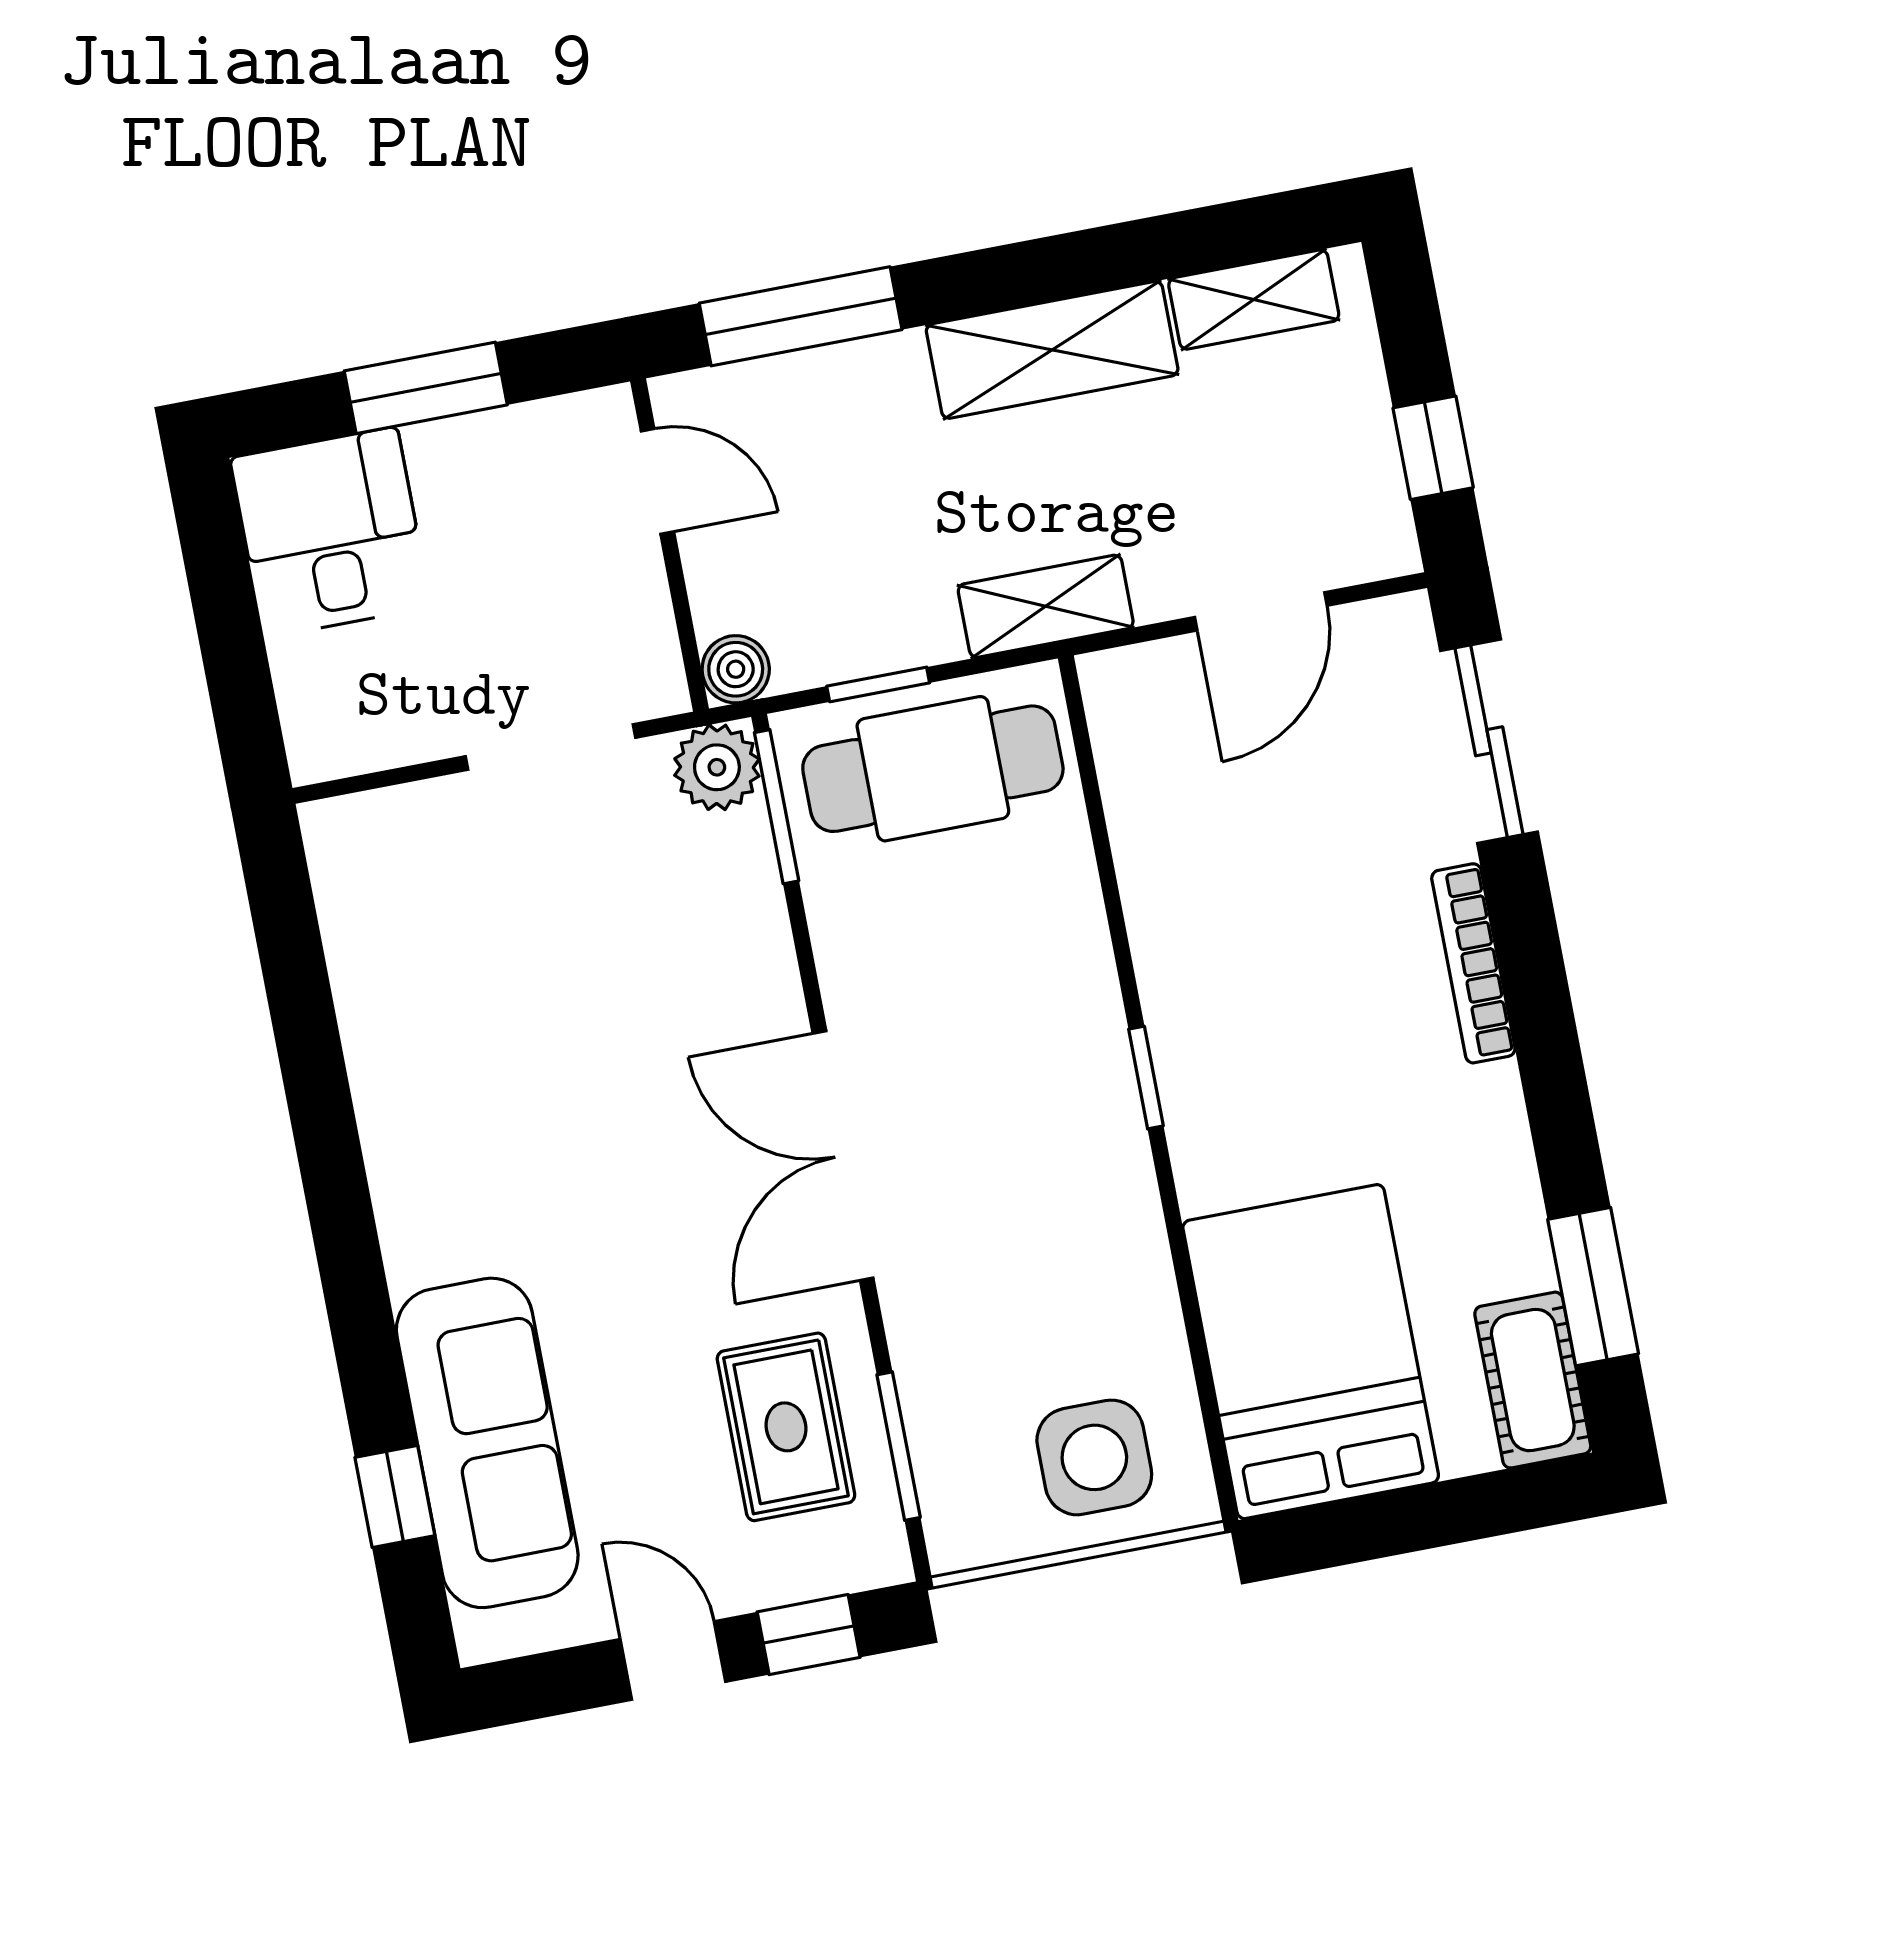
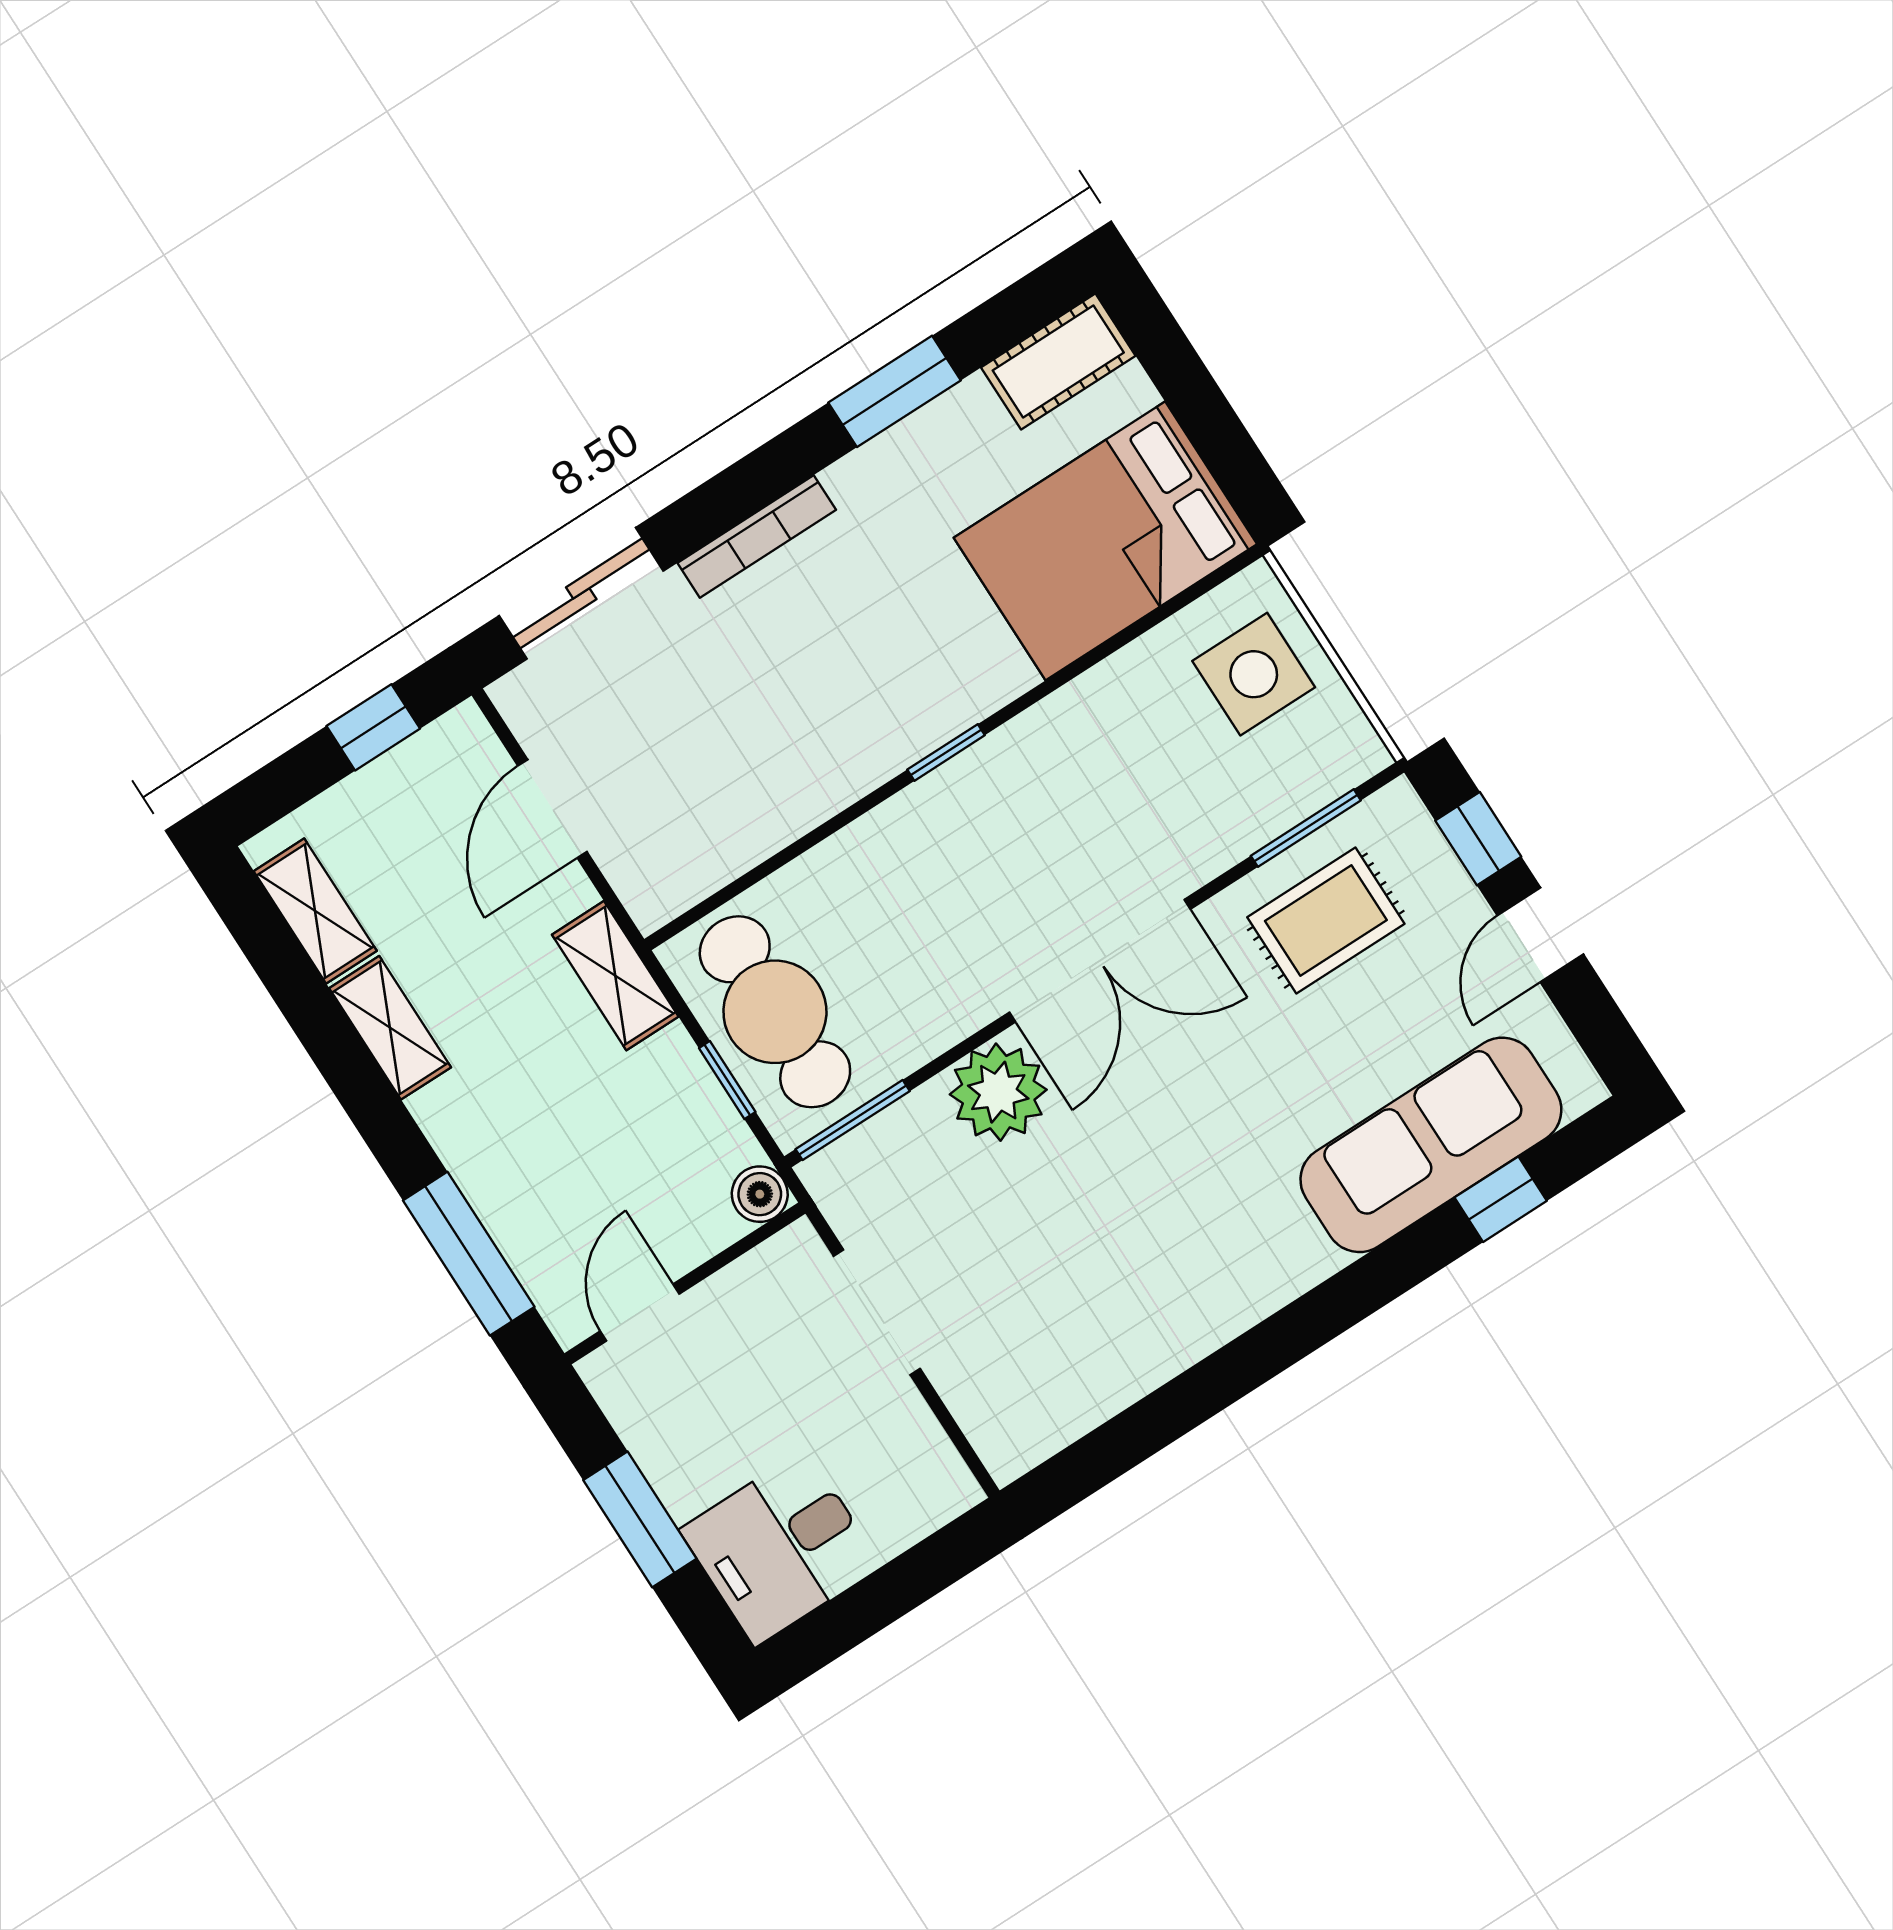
shelving: (1052, 350) -> (390, 1028), width x0.67, depth x0.75
door: (1261, 611) -> (552, 809), swing flipped
plant: (717, 767) -> (998, 1092), moved, width x1.36, depth x1.36
window: (1593, 1287) -> (895, 391), moved

